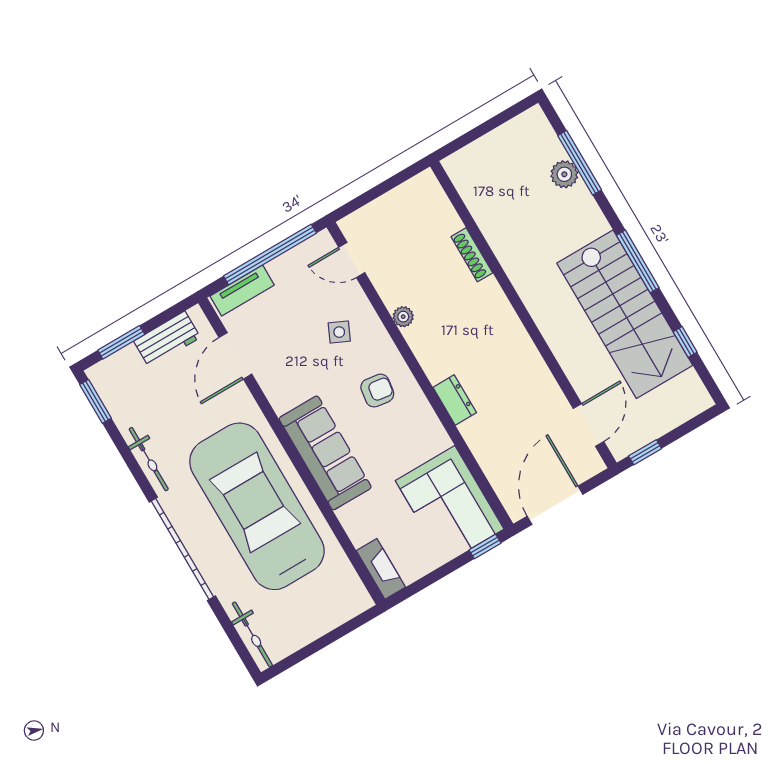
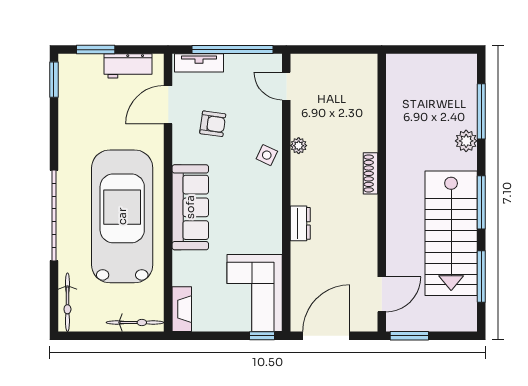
plant: (564, 174) -> (466, 141), moved
shoe rack: (472, 255) -> (370, 173), moved
side table: (339, 332) -> (267, 155), moved
window: (685, 342) -> (481, 276), width x2.17
armchair: (377, 391) -> (213, 124), moved
window: (645, 452) -> (409, 336), width x1.50
bicycle: (149, 459) -> (135, 322), moved, turned -90

